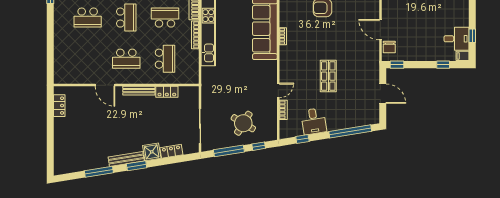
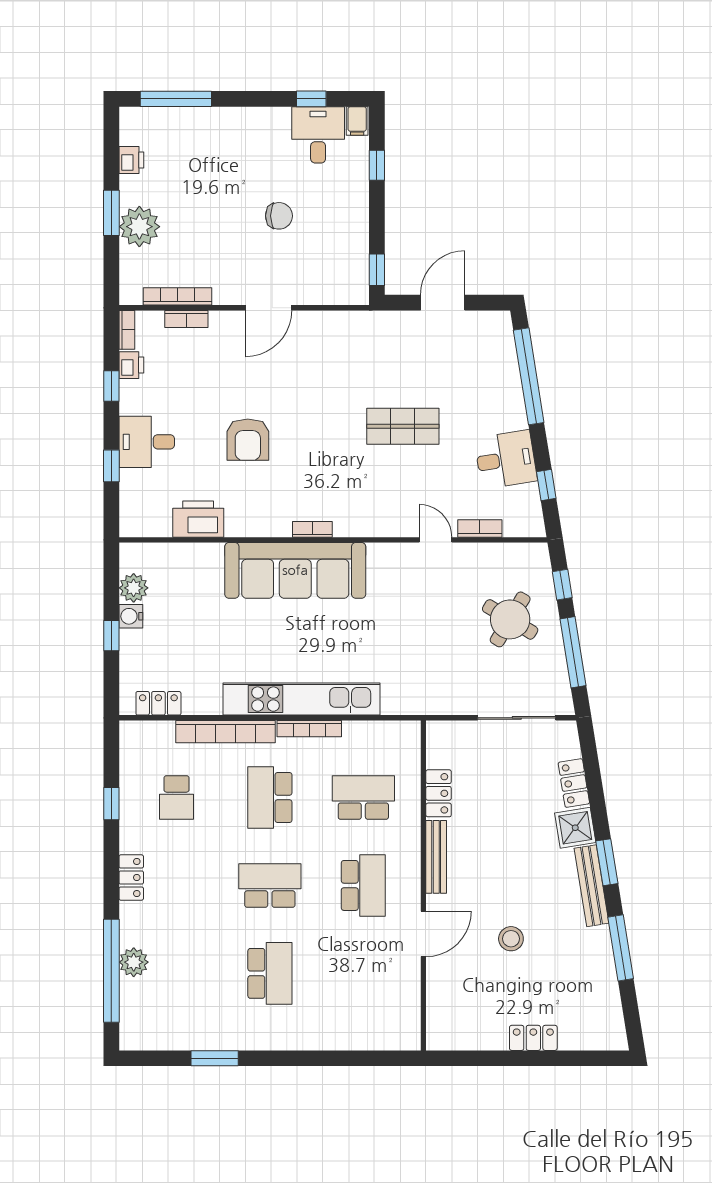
door: (380, 30) -> (269, 308), moved
chair: (389, 47) -> (279, 216), moved
locker: (59, 106) -> (533, 1038), moved
stool: (103, 124) -> (511, 939), added

